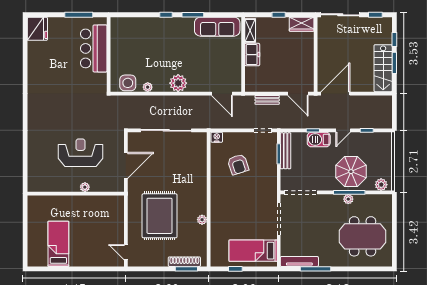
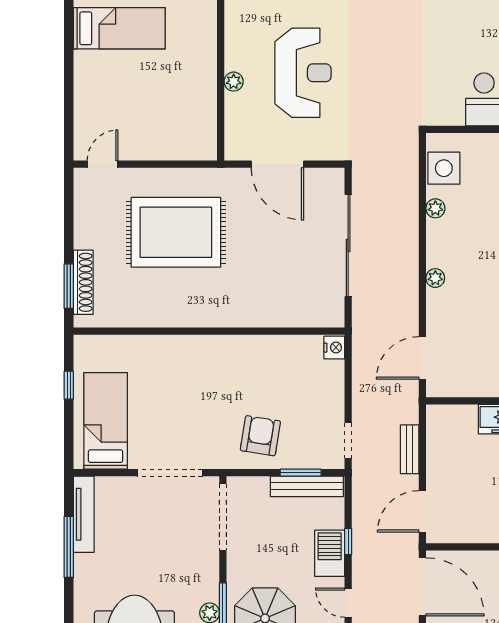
plant: (178, 83) -> (435, 278), width x0.53, depth x0.53
armchair: (238, 164) -> (260, 436), moved, turned 117
plant: (202, 220) -> (168, 318), removed

